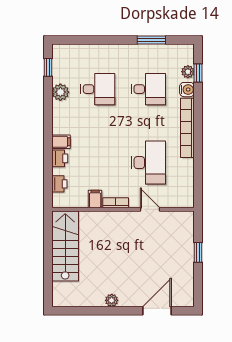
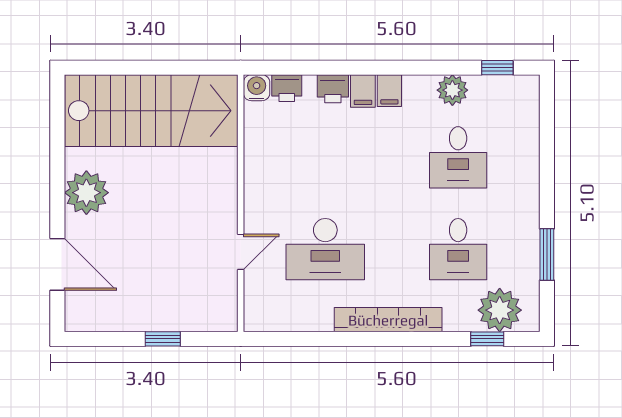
plant: (188, 72) -> (500, 310), width x1.88, depth x1.88
water cooler: (187, 90) -> (257, 88), moved, turned 180
filing cabinet: (95, 199) -> (389, 91), moved, turned 90
bookcase: (116, 203) -> (253, 190), removed
stairs: (65, 246) -> (151, 111), width x1.36, depth x1.51
plant: (112, 300) -> (86, 193), width x1.87, depth x1.87

